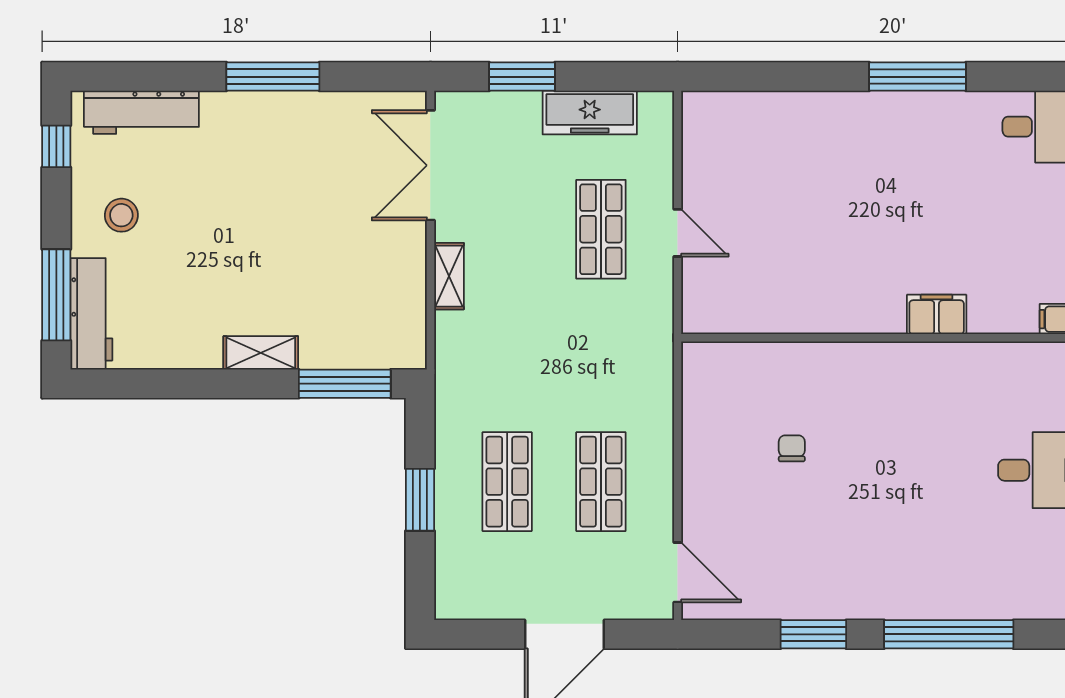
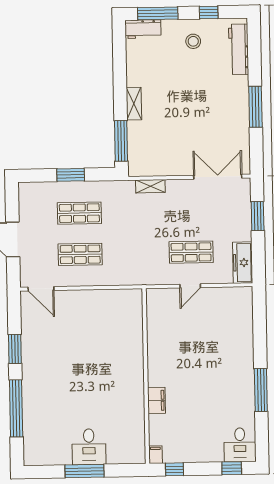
freezer: (590, 113) -> (243, 263), moved
window: (56, 146) -> (209, 12), moved
shelving: (449, 276) -> (150, 186), moved
workbench: (91, 314) -> (143, 29), width x0.73
chair: (792, 448) -> (96, 338), removed
door: (678, 572) -> (41, 289), hinge flipped

